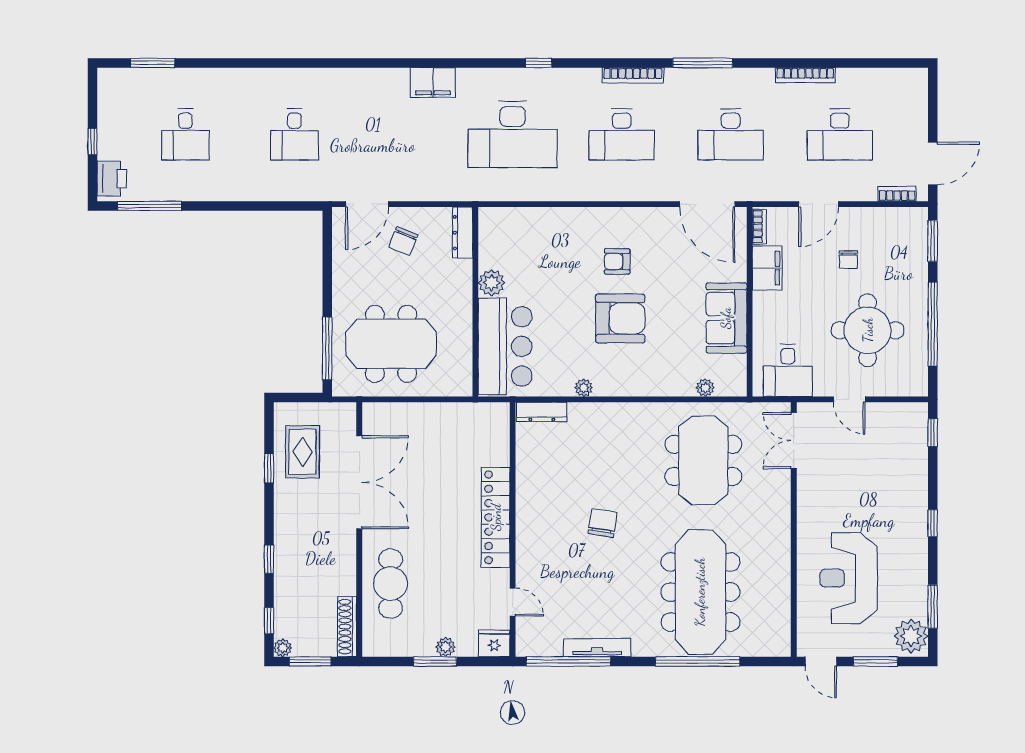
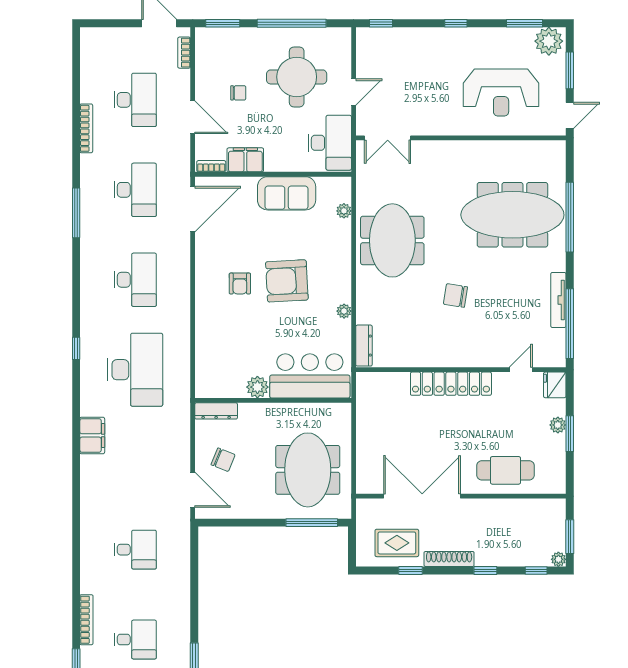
bookcase: (633, 75) -> (86, 620), moved
armchair: (620, 318) -> (287, 281), turned -93
desk: (788, 370) -> (330, 143), width x1.37
meeting table: (703, 460) -> (392, 240), moved, turned 90
shoe rack: (347, 627) -> (449, 559), moved, turned 180

